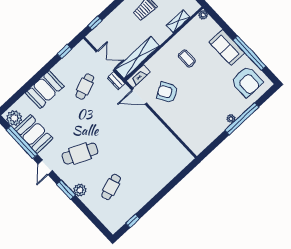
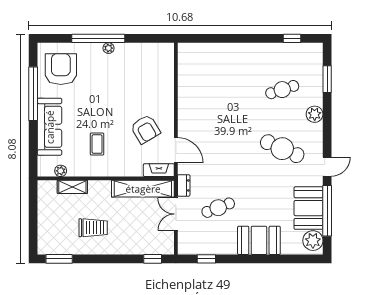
plant: (203, 15) -> (61, 171), moved
sofa: (227, 47) -> (50, 127), width x1.36
window: (66, 190) -> (327, 79), moved

